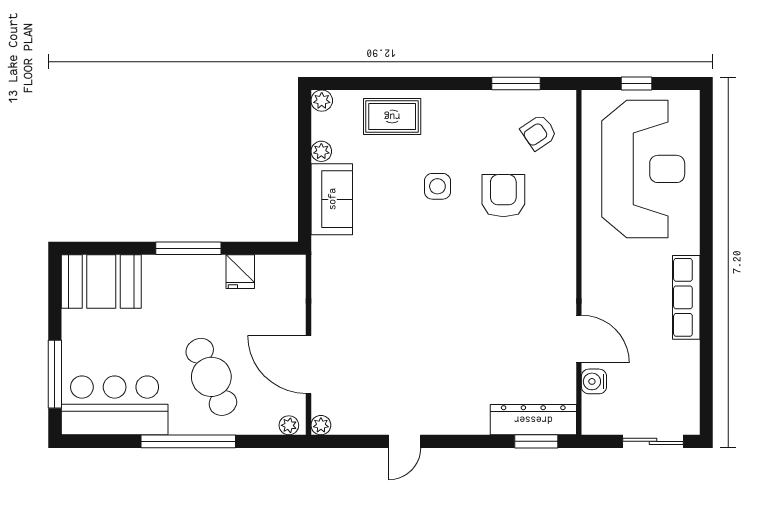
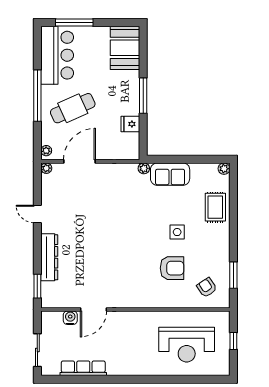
plant: (321, 151) -> (144, 168), moved
reception desk: (643, 169) -> (187, 345), width x0.74, depth x0.77
row of seats: (686, 297) -> (83, 368), moved
dresser: (533, 420) -> (49, 257), moved

